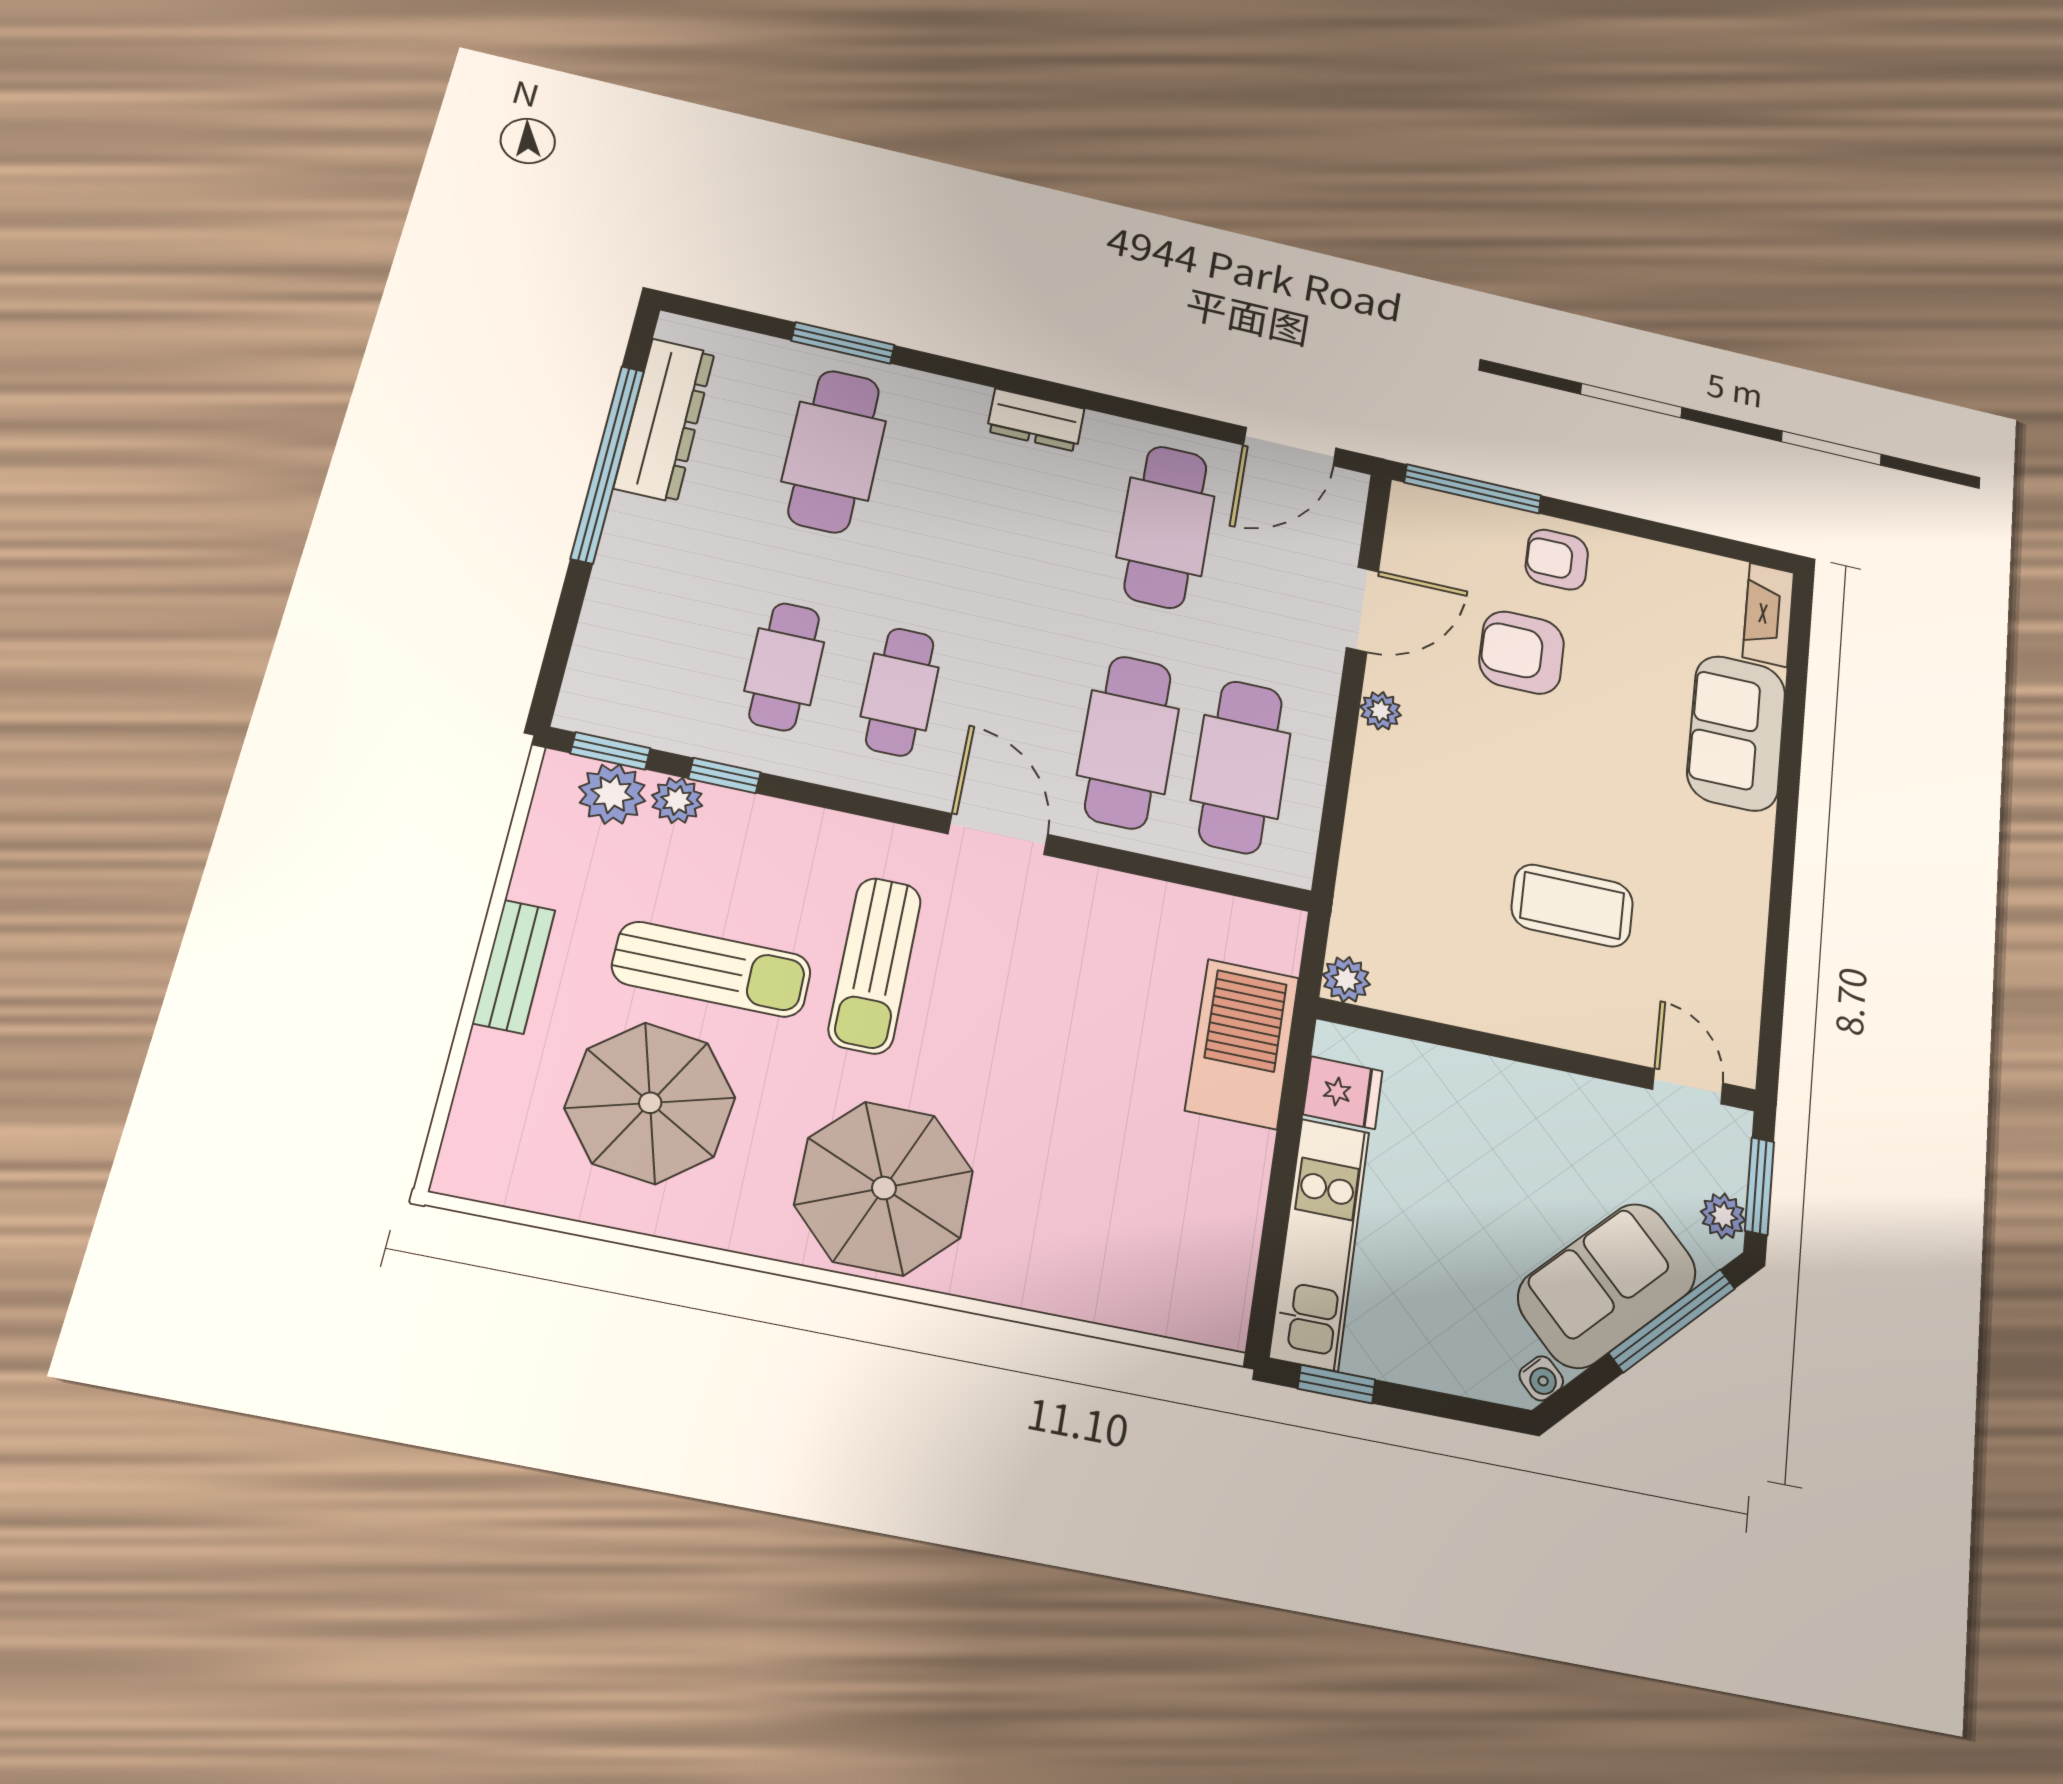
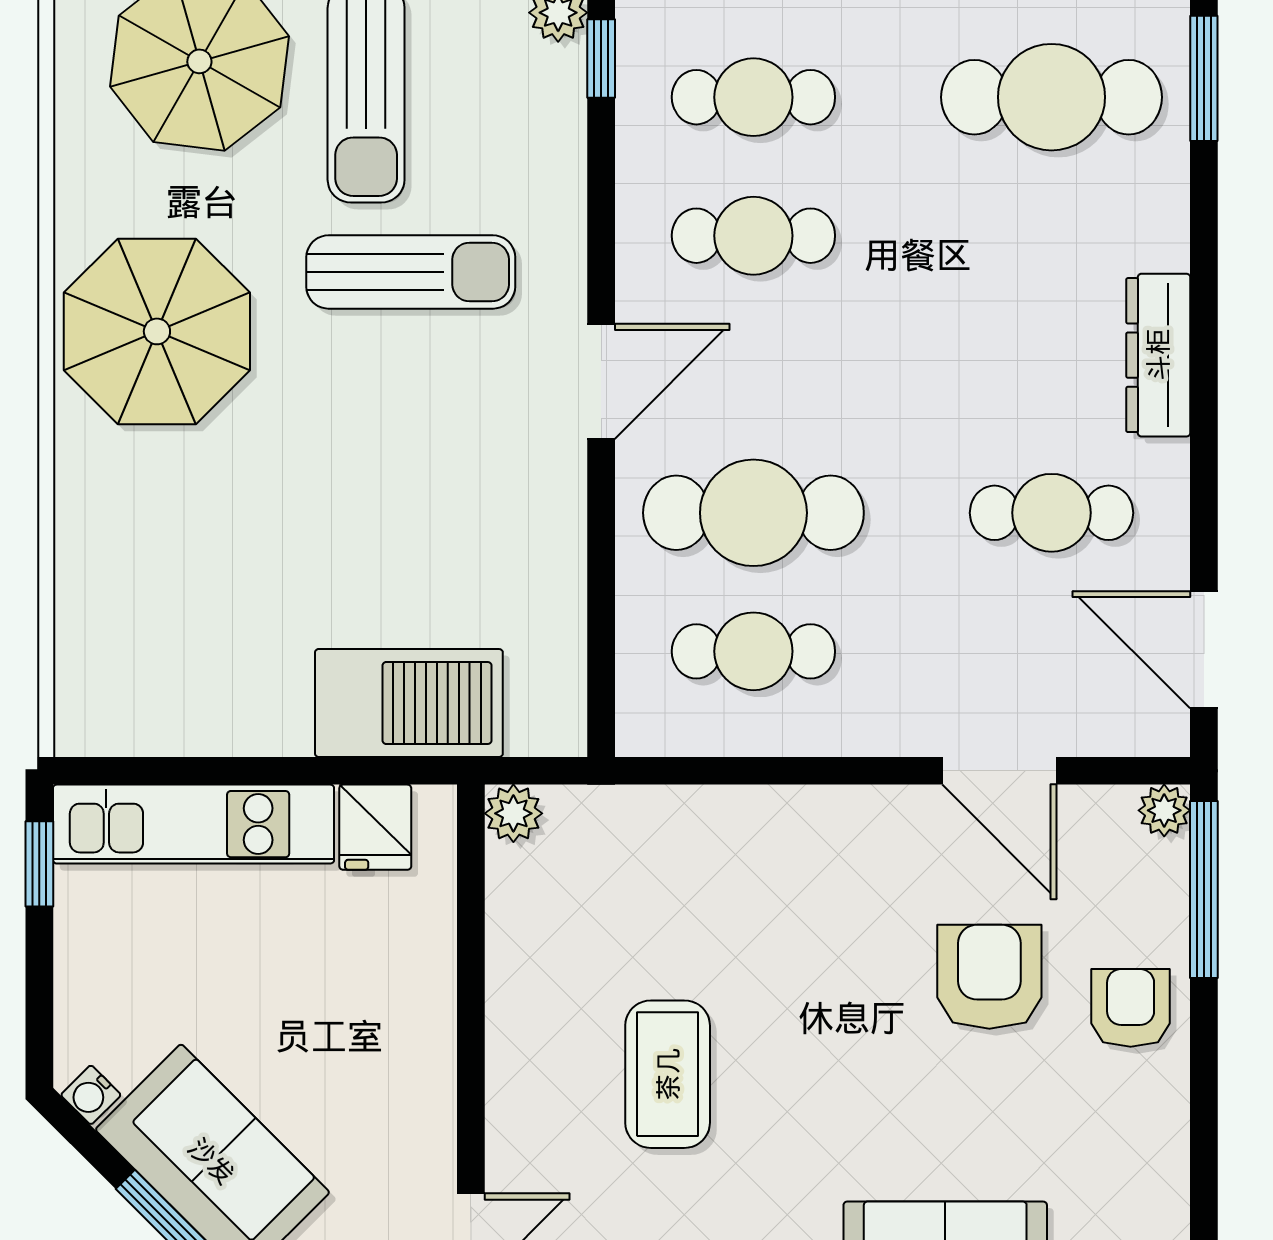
dresser: (1036, 420) -> (1158, 355), width x1.44
cafe table: (1166, 527) -> (1051, 513), width x0.73, depth x0.74
plant: (1381, 711) -> (1164, 810), moved
cafe table: (1241, 767) -> (753, 651), width x0.73, depth x0.74
sun lounger: (875, 965) -> (411, 272), turned 180

